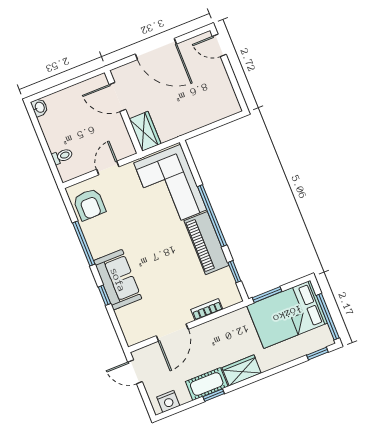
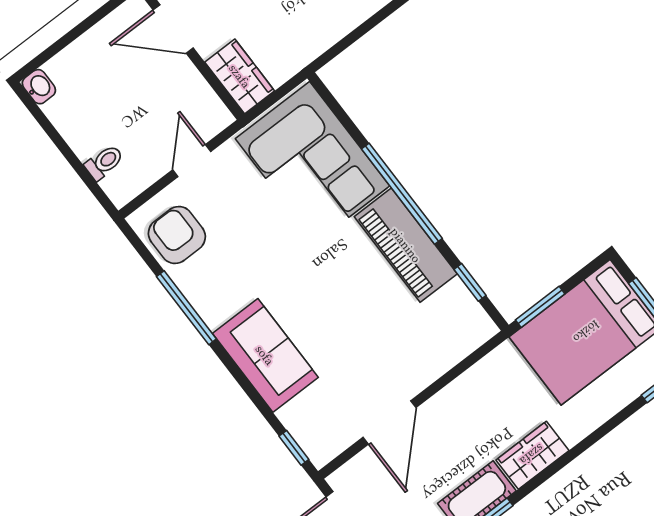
armchair: (89, 204) -> (177, 235), turned 180
window: (104, 295) -> (294, 448), moved
bookcase: (207, 309) -> (440, 364), removed

